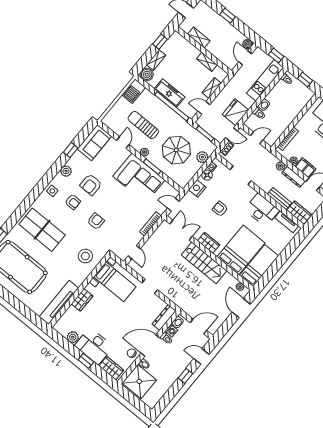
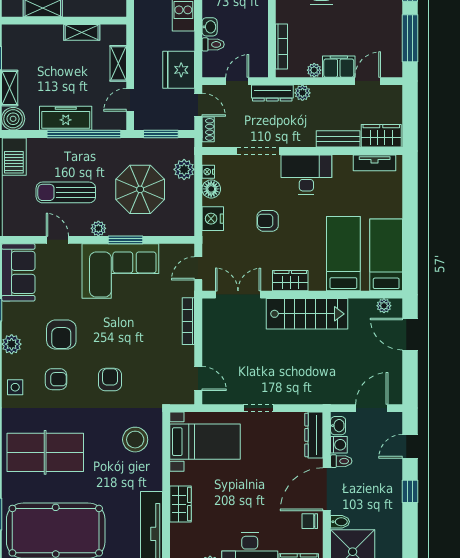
door: (231, 134) -> (198, 105), hinge flipped
dresser: (293, 177) -> (272, 93), moved
desk: (262, 210) -> (306, 175), moved
bed: (241, 250) -> (343, 254), width x0.67

